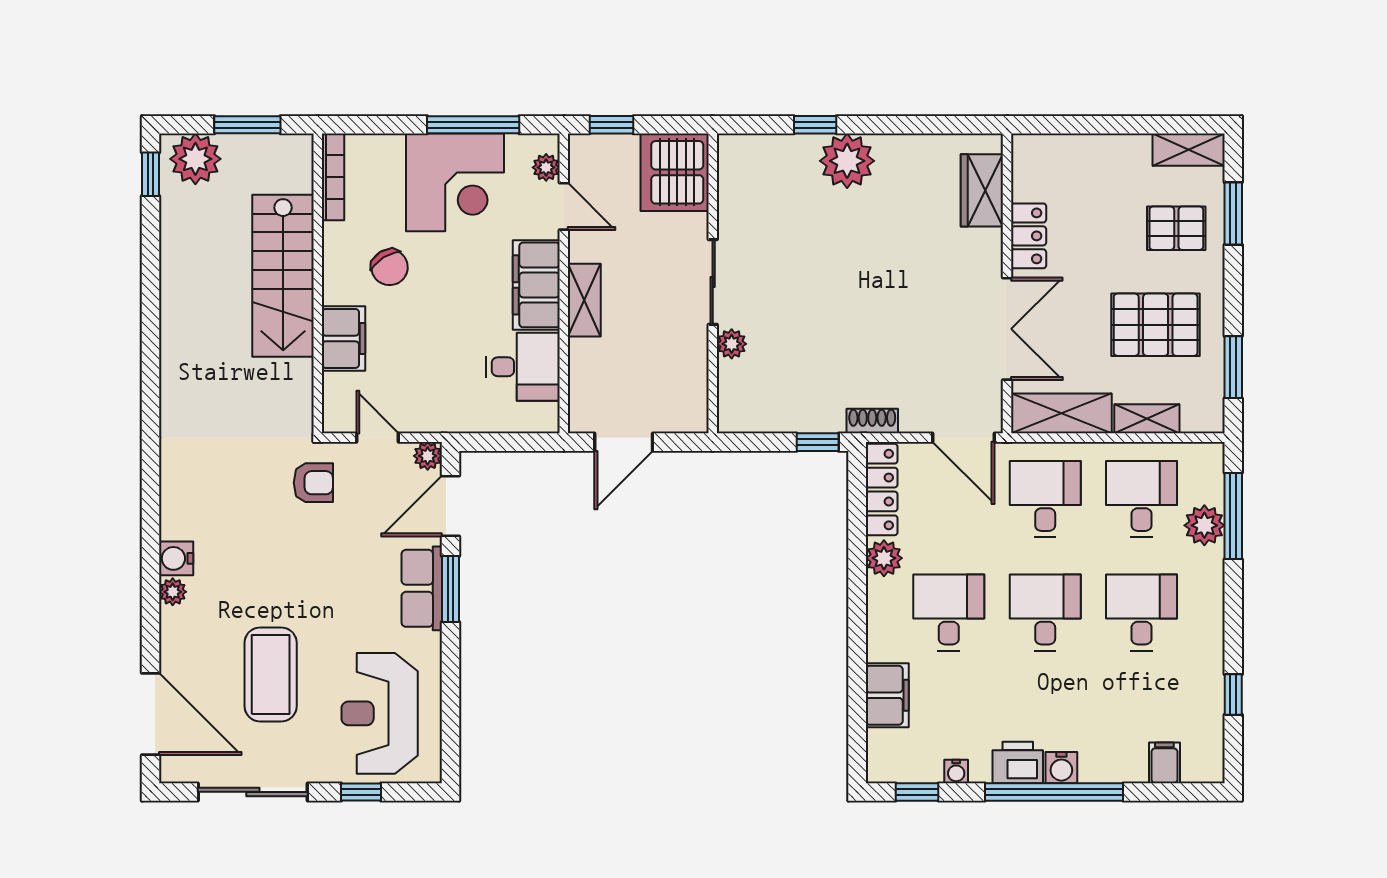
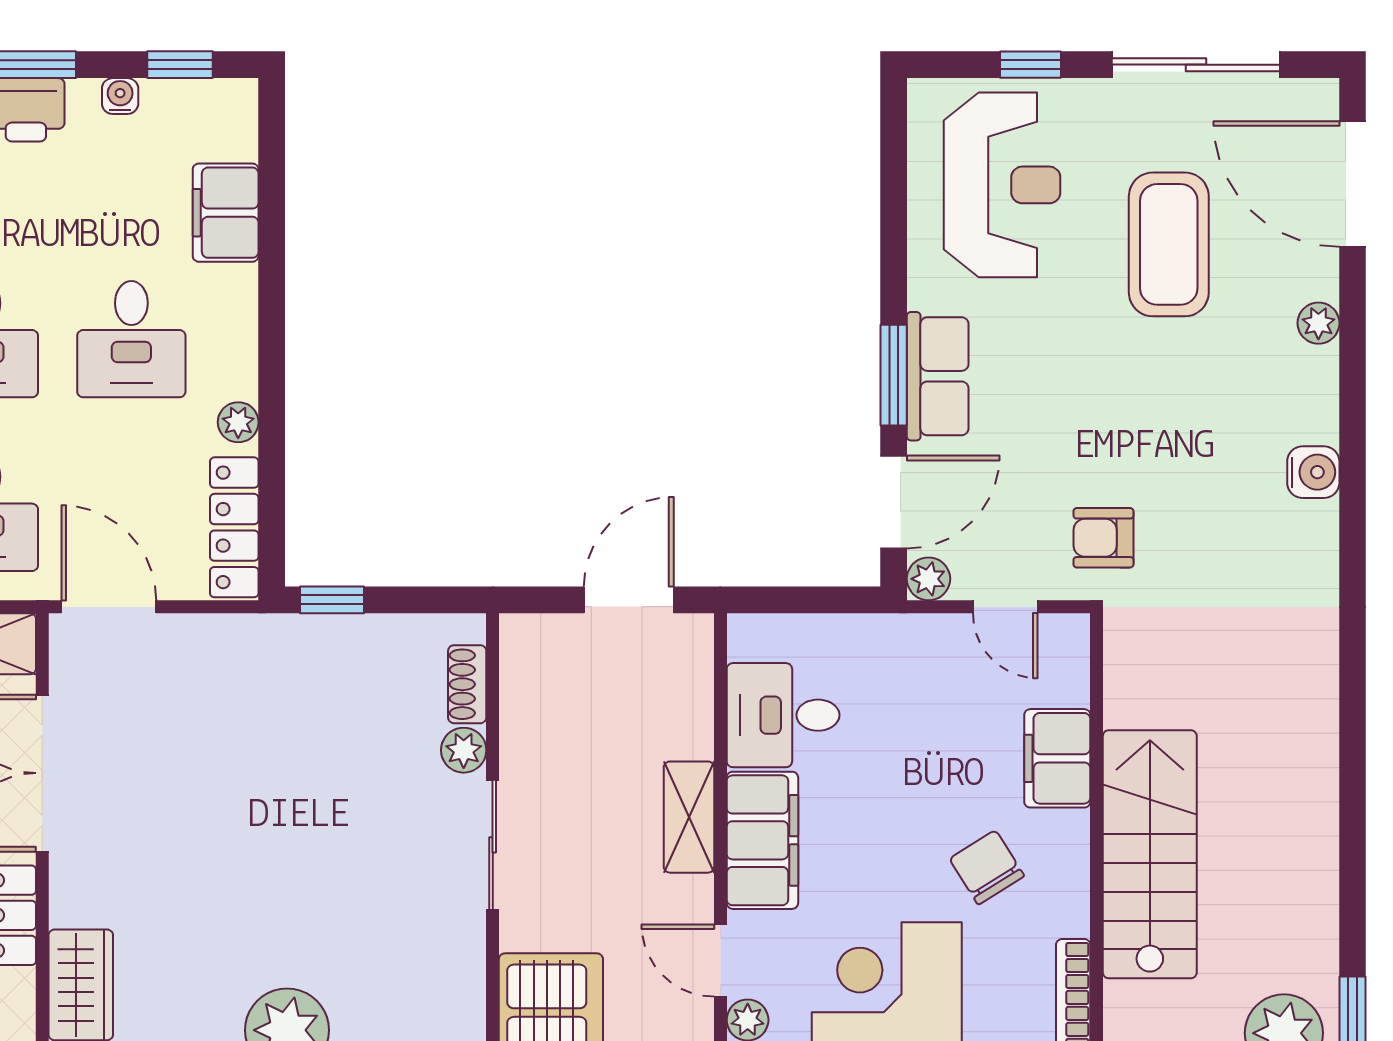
shoe rack: (872, 421) -> (467, 684), moved, turned 90
water cooler: (176, 558) -> (1313, 472), moved
plant: (884, 558) -> (238, 422), width x0.73, depth x0.73
plant: (173, 592) -> (1318, 323), moved

